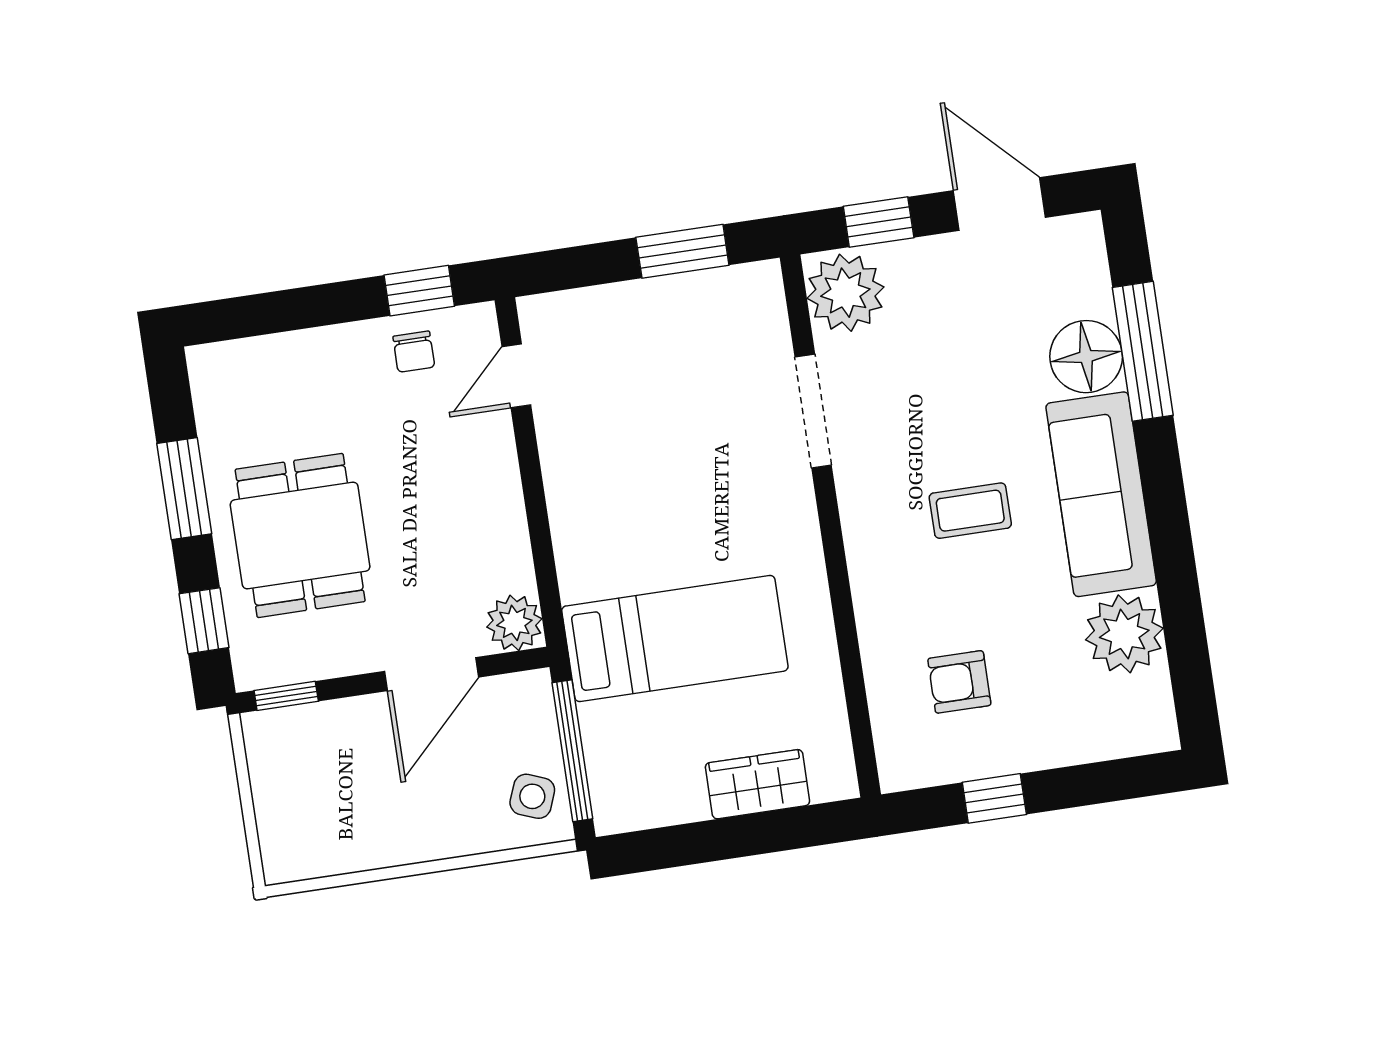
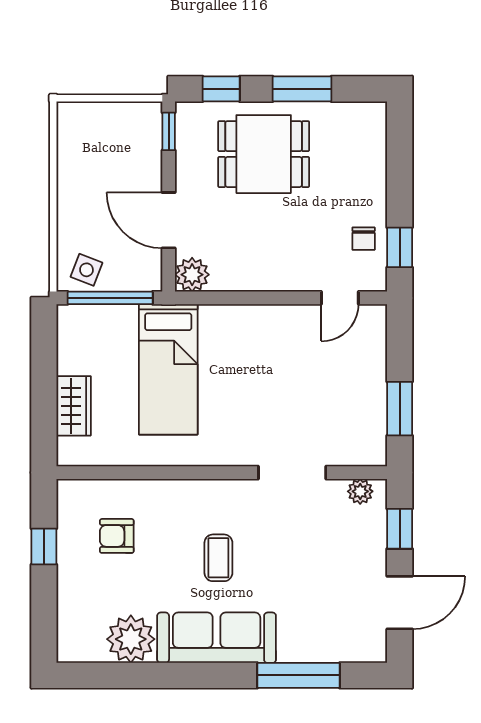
plant: (845, 293) -> (360, 491), width x0.53, depth x0.53
chair: (414, 352) -> (364, 239), turned -90
floor lamp: (1086, 357) -> (300, 641), removed
door: (516, 376) -> (340, 298), swing flipped
armchair: (959, 682) -> (117, 536), turned -90

